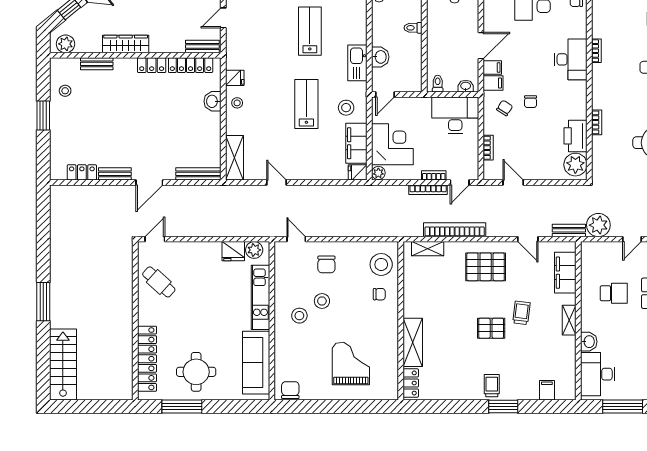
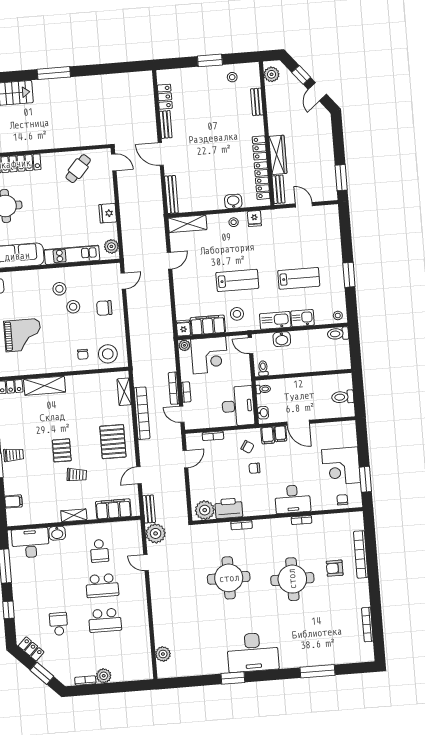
toilet: (413, 28) -> (263, 368), moved
kitchen sink: (357, 30) -> (302, 318), added
wardrobe: (126, 44) -> (278, 155), moved
fridge: (233, 251) -> (108, 213), moved

